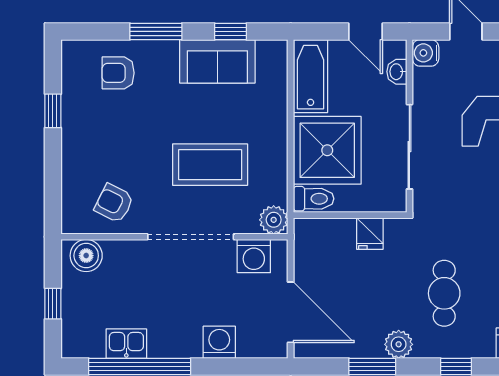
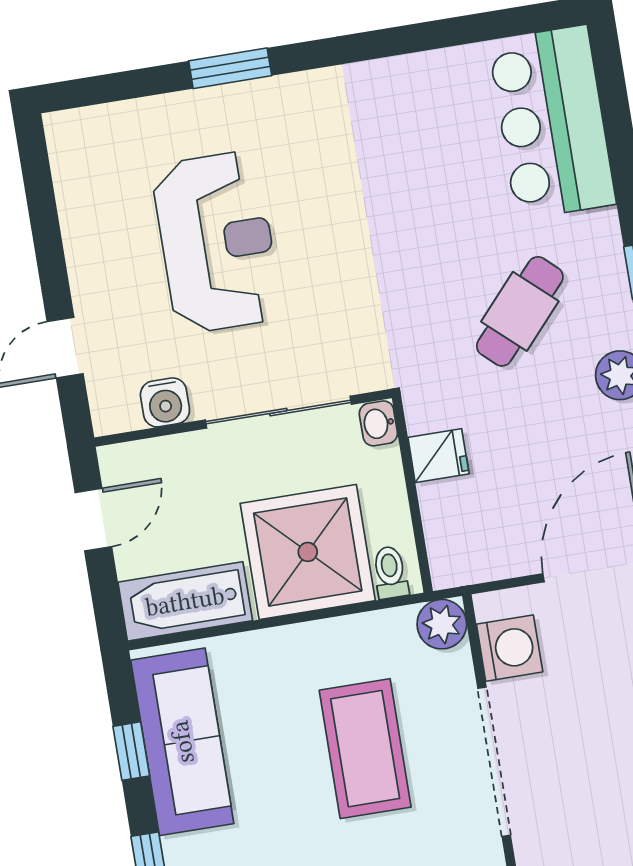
water cooler: (426, 53) -> (165, 402), moved
sofa: (217, 61) -> (182, 742), width x1.36
washbasin: (397, 72) -> (378, 423), moved, turned 90
toilet: (314, 199) -> (390, 572), width x0.73, depth x0.72
cafe table: (444, 293) -> (520, 311), turned -48

